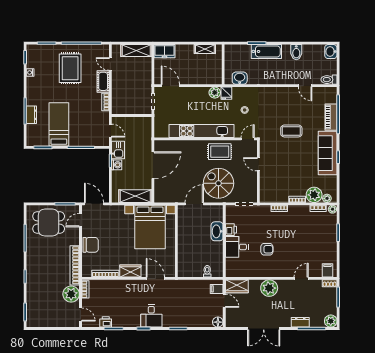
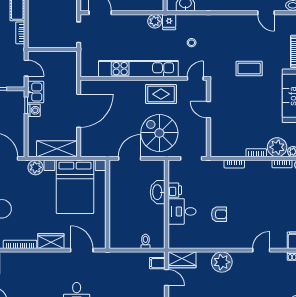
plant: (118, 211) -> (36, 167), added

